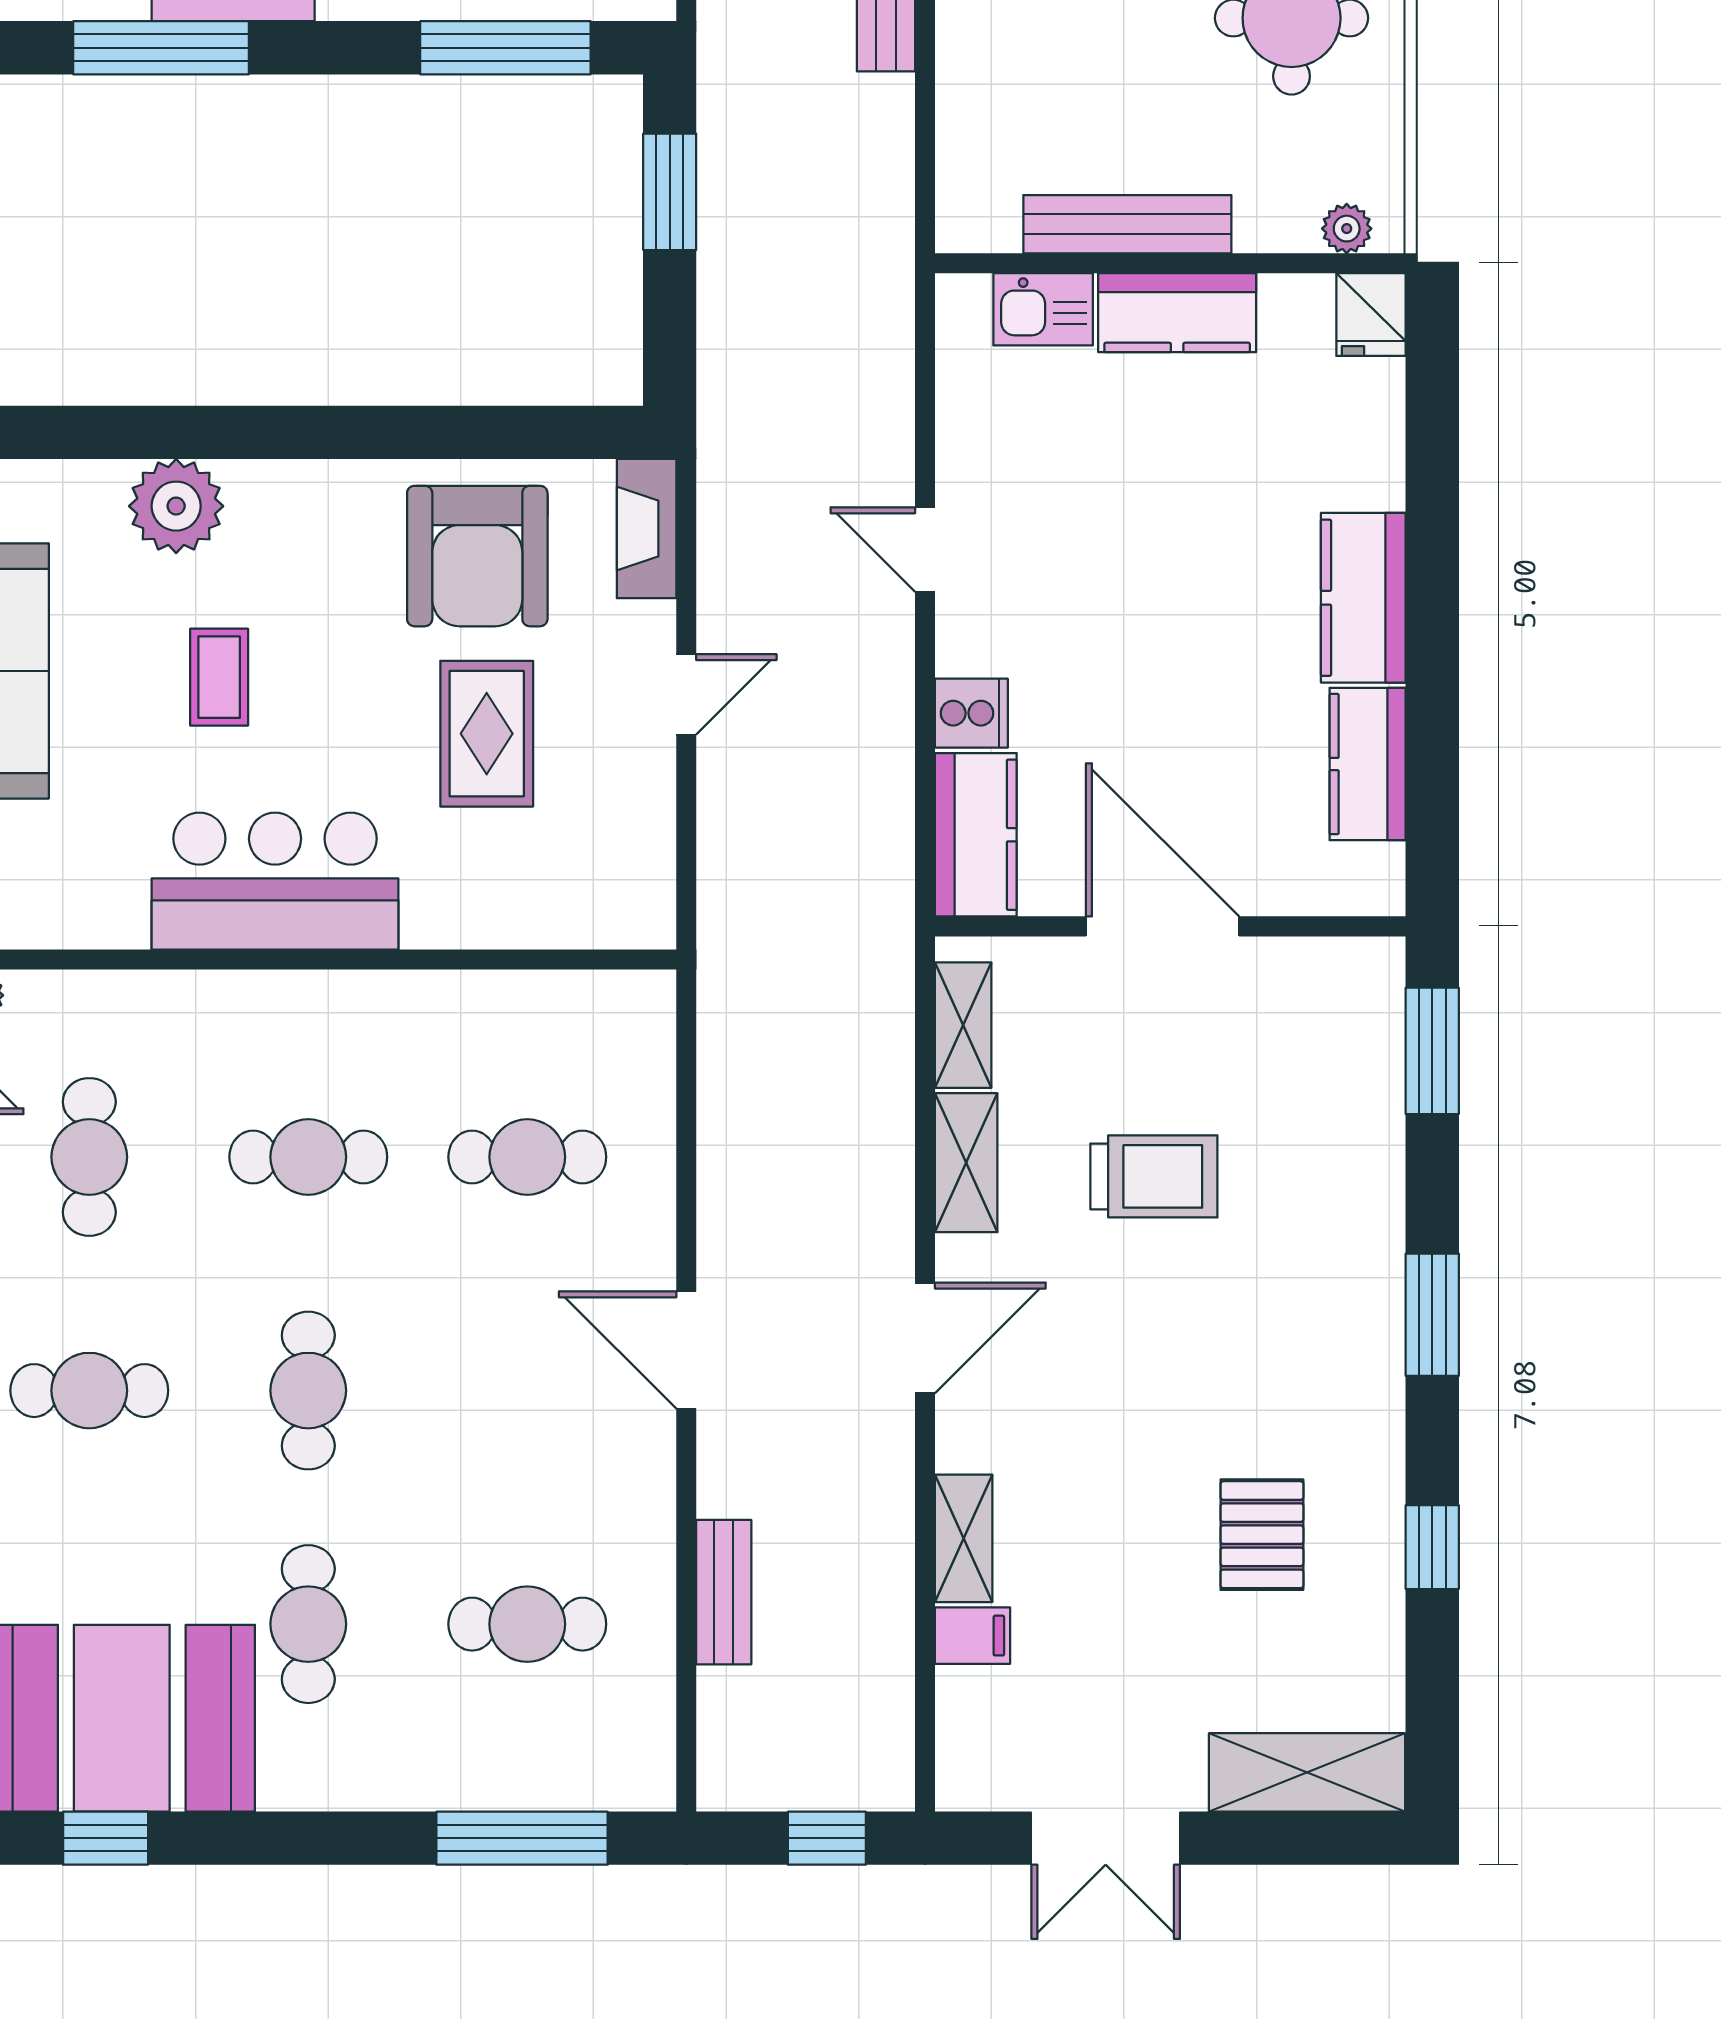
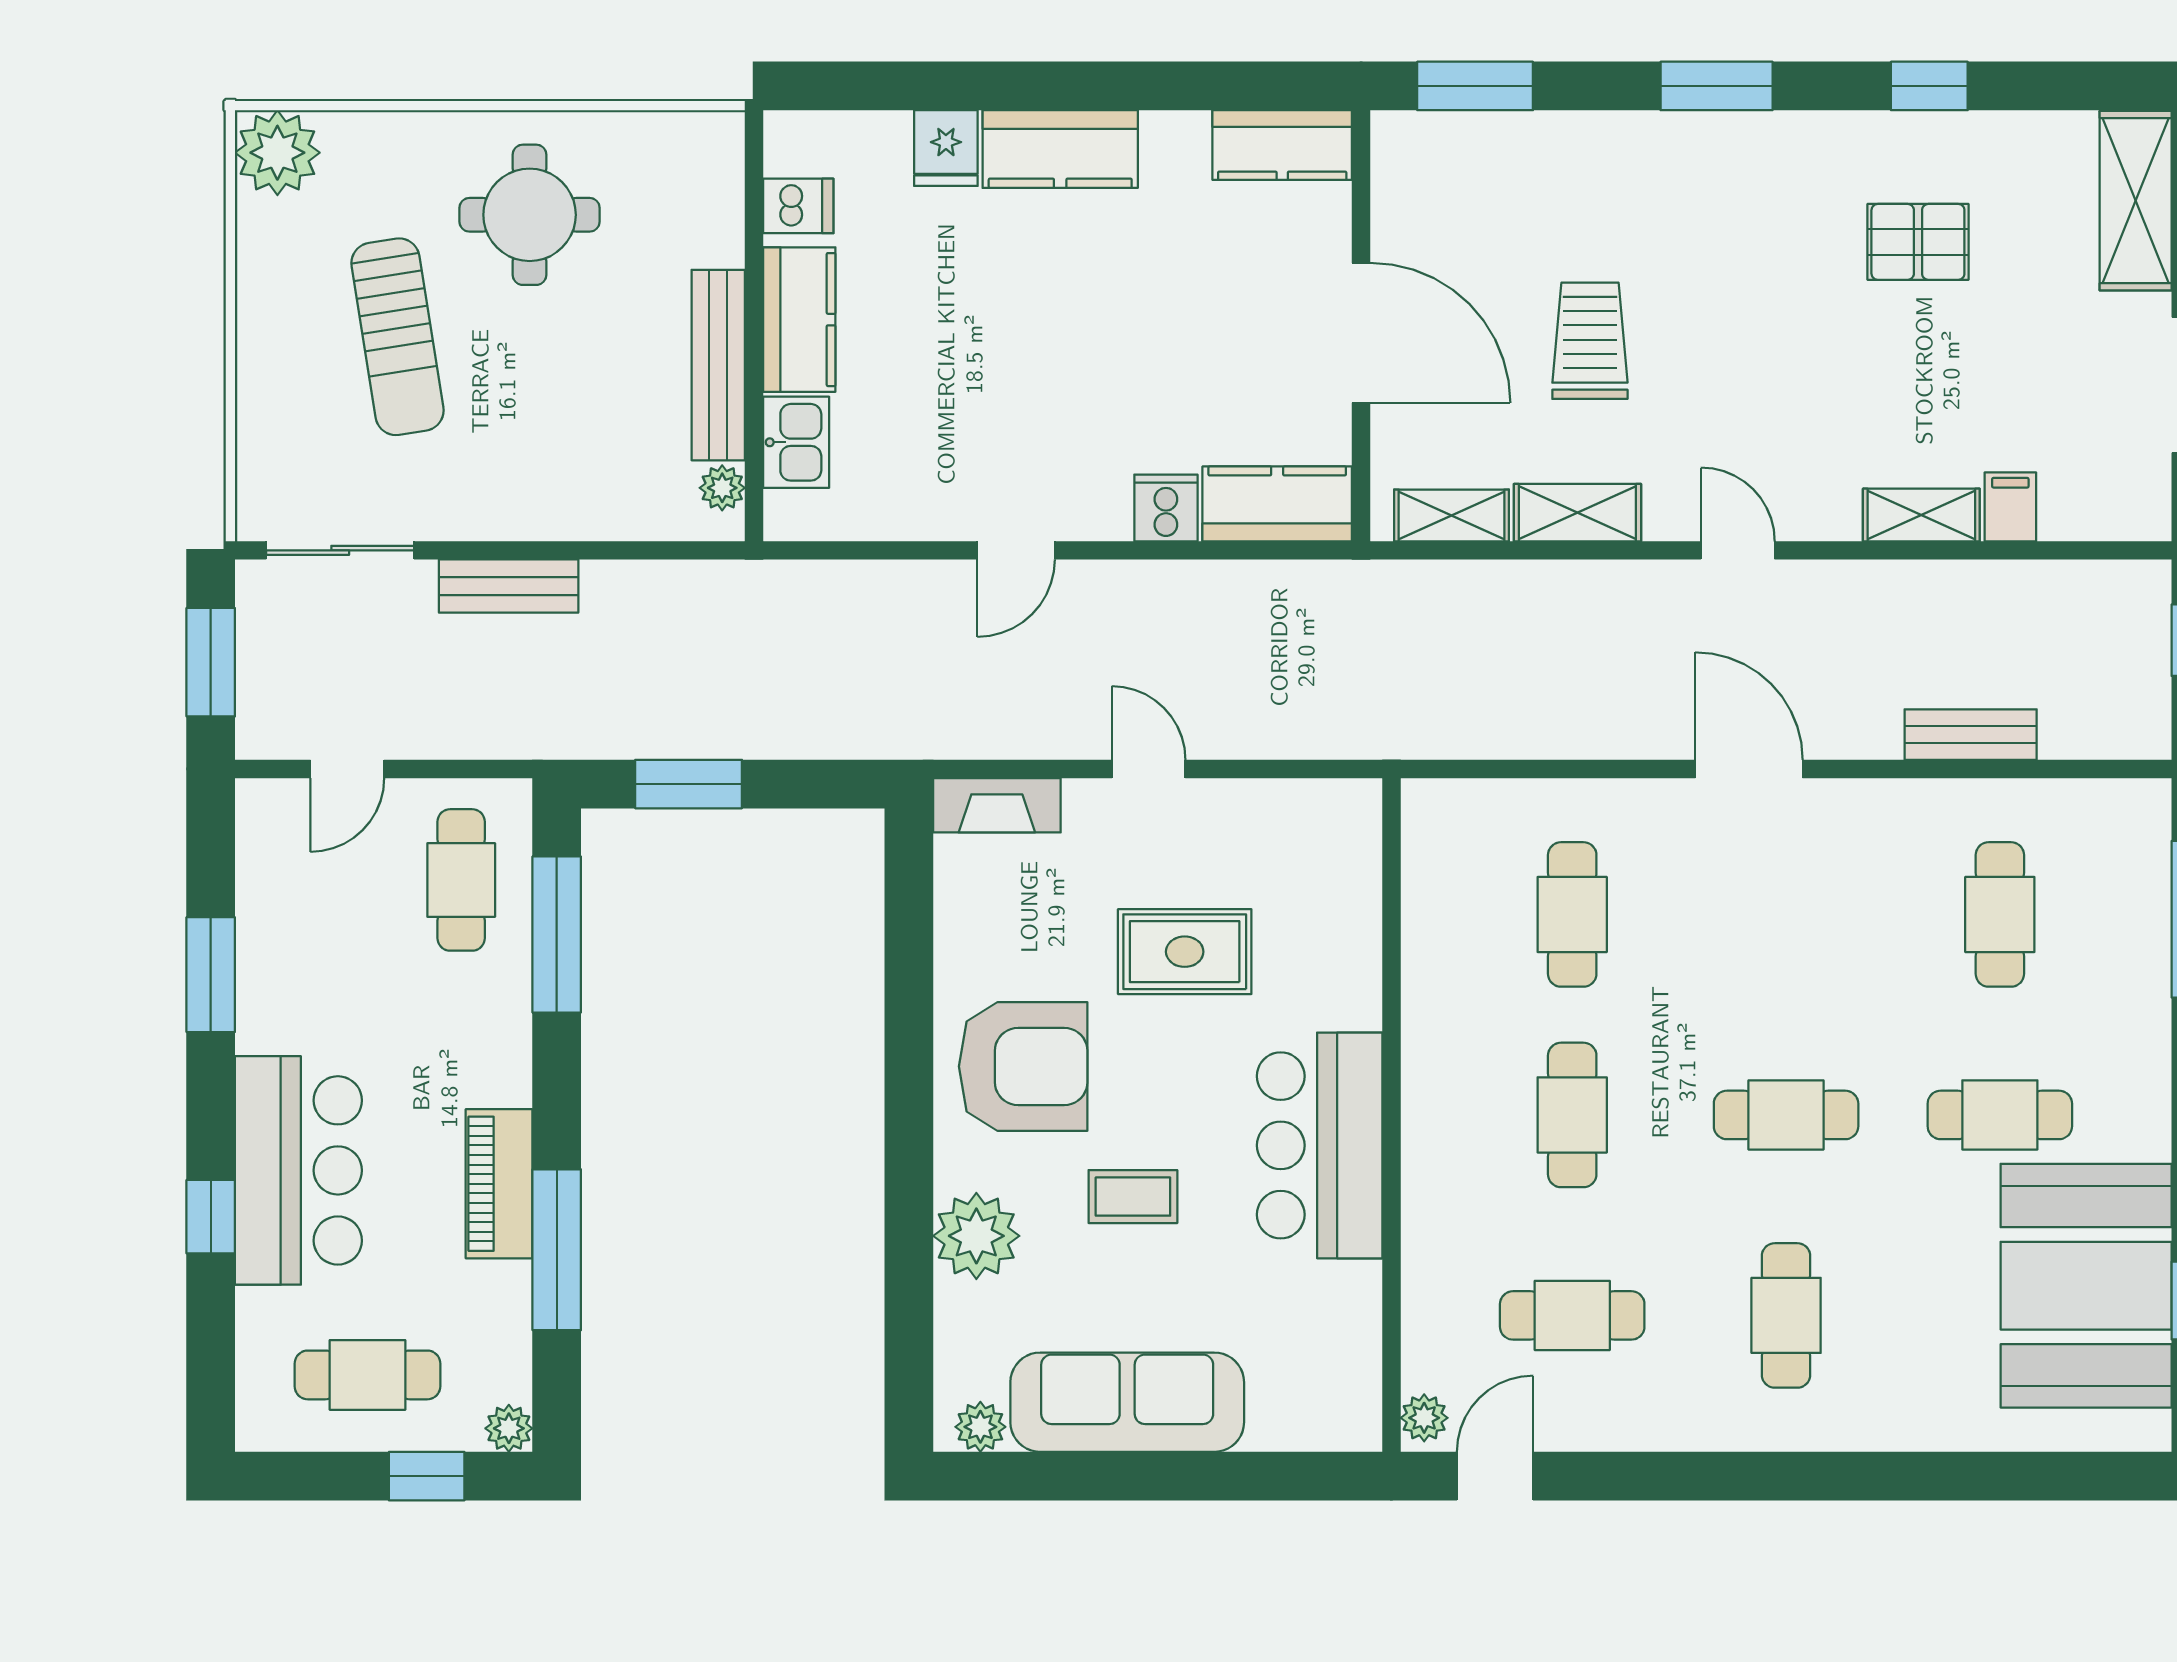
plant: (1347, 229) -> (722, 488), moved
dishwasher: (1301, 312) -> (798, 206), added
fridge: (1371, 315) -> (946, 148), moved, turned 90
armchair: (477, 556) -> (1023, 1066), moved
kitchen counter: (1368, 764) -> (1282, 145), moved
door: (1163, 926) -> (1361, 333), swing flipped
door: (925, 1338) -> (1738, 550), width x0.73
door: (686, 1350) -> (1749, 769), swing flipped

